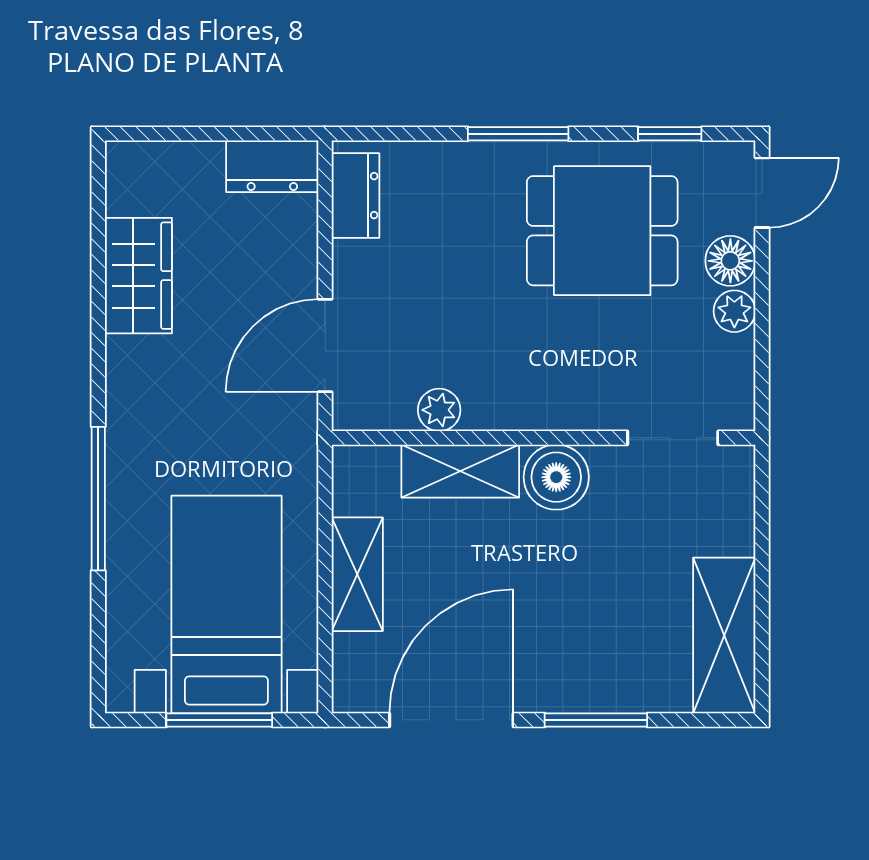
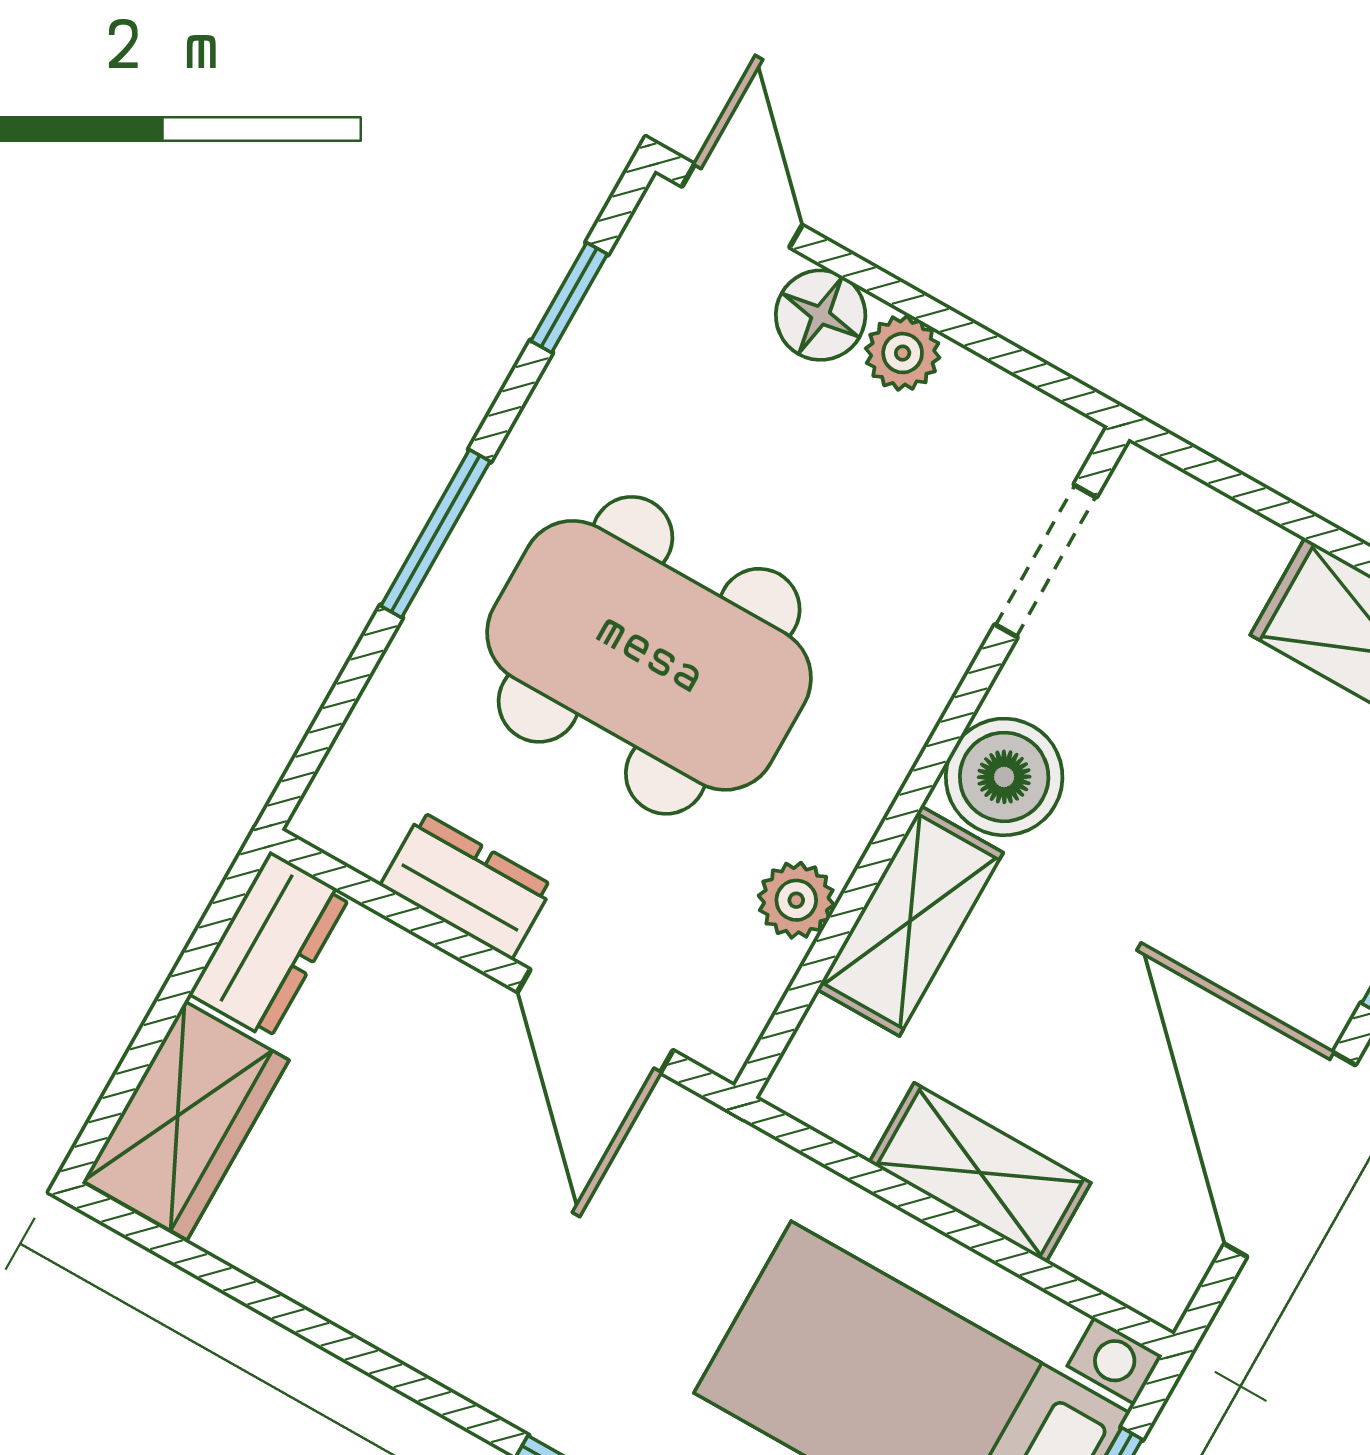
dresser: (356, 196) -> (467, 886), moved
dining table: (602, 231) -> (649, 655), moved, width x1.38
wardrobe: (138, 276) -> (186, 1121), moved, turned 90

